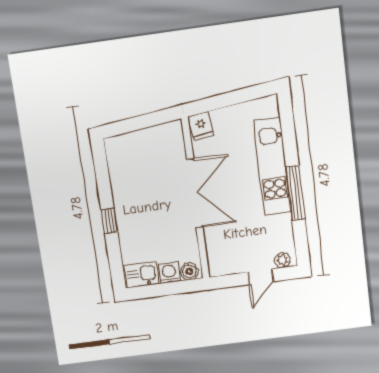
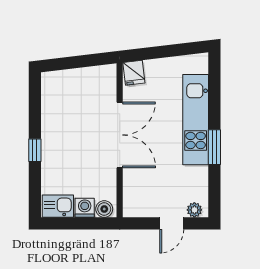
window: (295, 193) -> (214, 147), width x0.69

